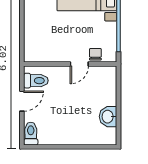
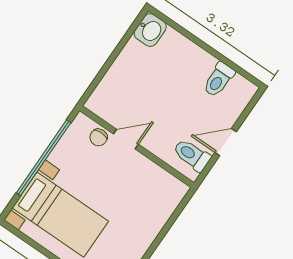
washbasin: (108, 117) -> (150, 30), moved
toilet: (31, 134) -> (219, 80), moved

